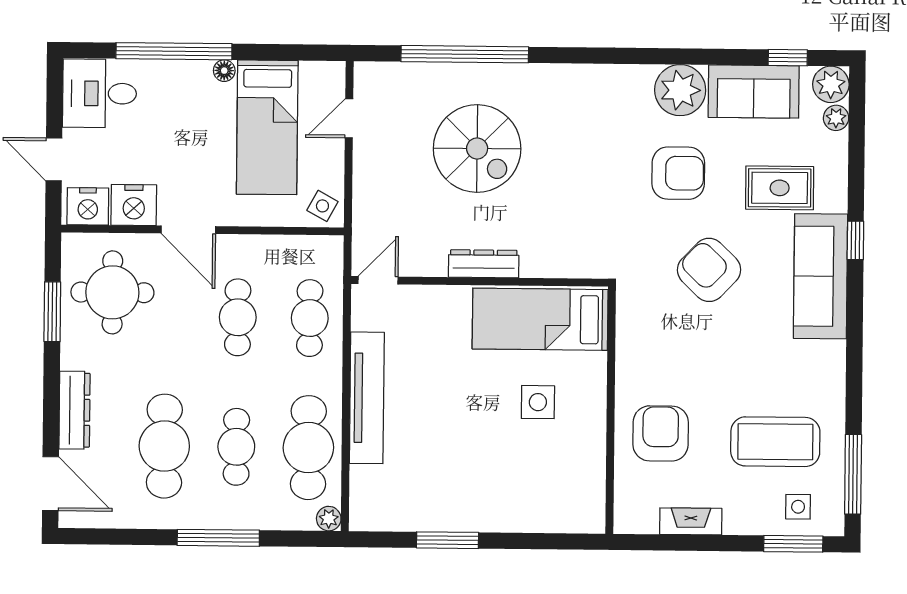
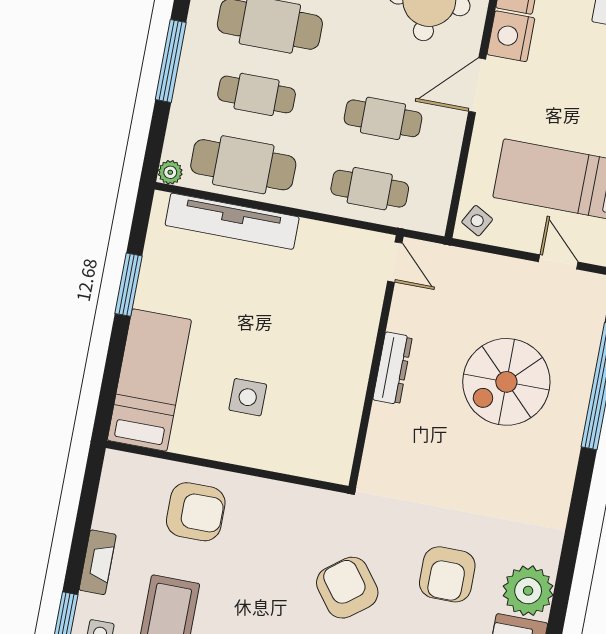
armchair: (709, 270) -> (347, 588), turned -81
bed: (540, 319) -> (149, 380), moved
tv unit: (367, 398) -> (232, 221), moved
fireplace: (691, 521) -> (98, 562), moved

